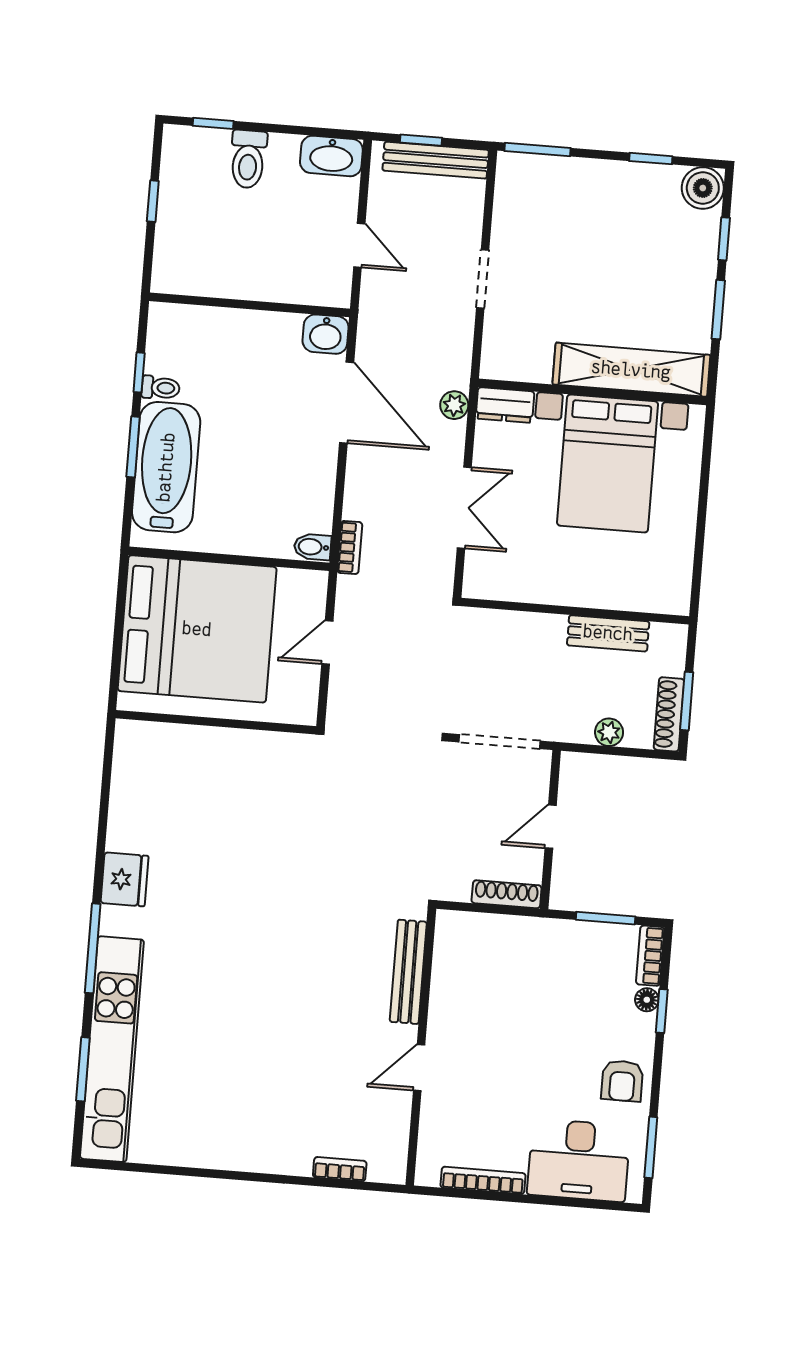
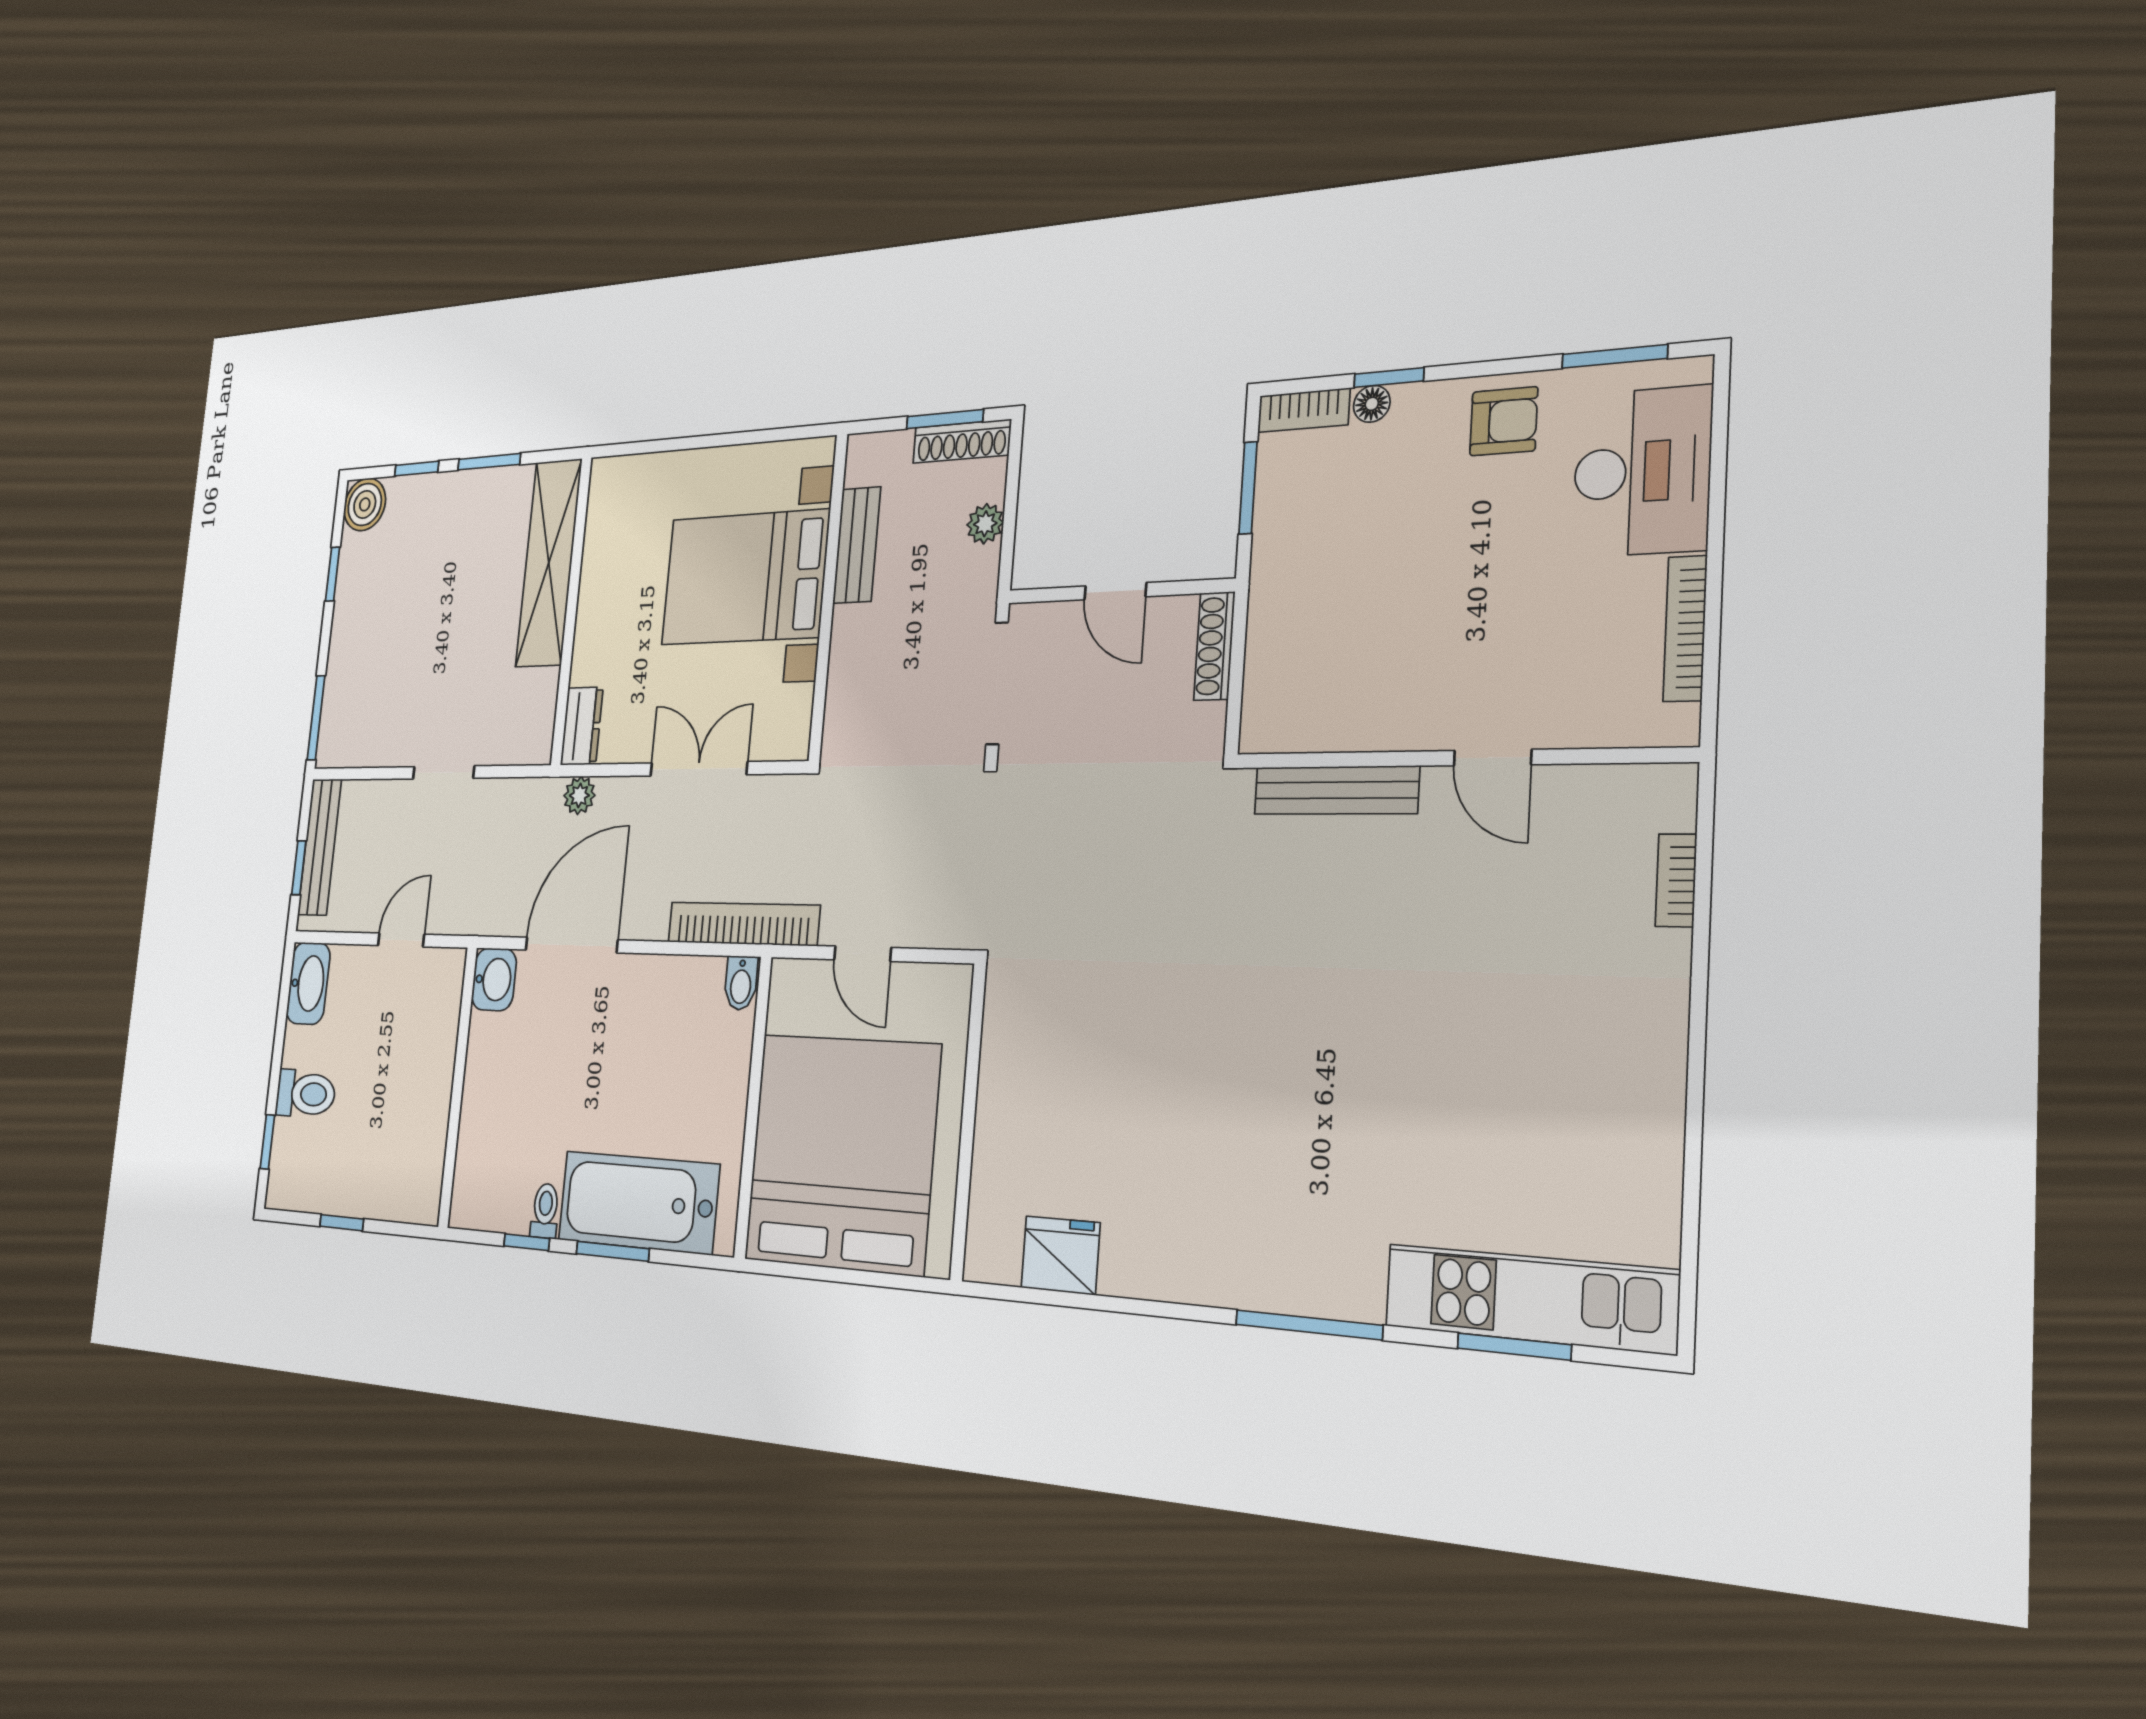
bed with nightstands: (608, 464) -> (745, 578), moved, turned 180
bookcase: (350, 547) -> (743, 924), width x2.31, depth x1.31
fridge: (125, 879) -> (1060, 1255), moved
kitchen unit: (112, 1049) -> (1529, 1298), width x0.73

